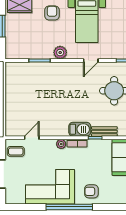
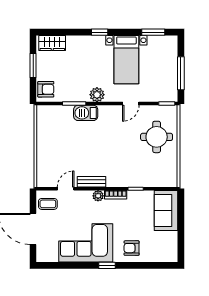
armchair: (52, 13) -> (46, 89), moved, turned 90
barbecue: (80, 129) -> (86, 113), moved, turned 180
bench: (104, 131) -> (92, 182), moved
window: (69, 207) -> (107, 265), width x0.32

